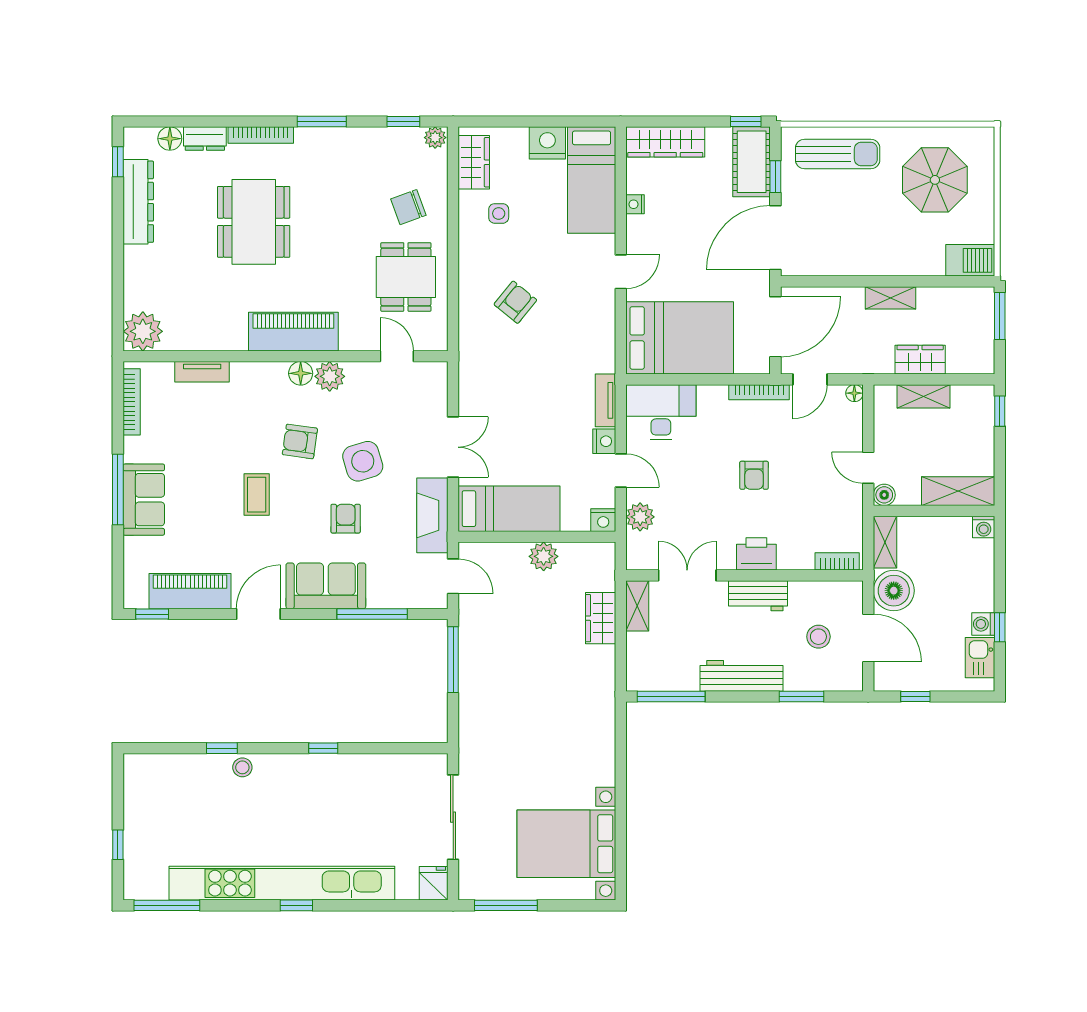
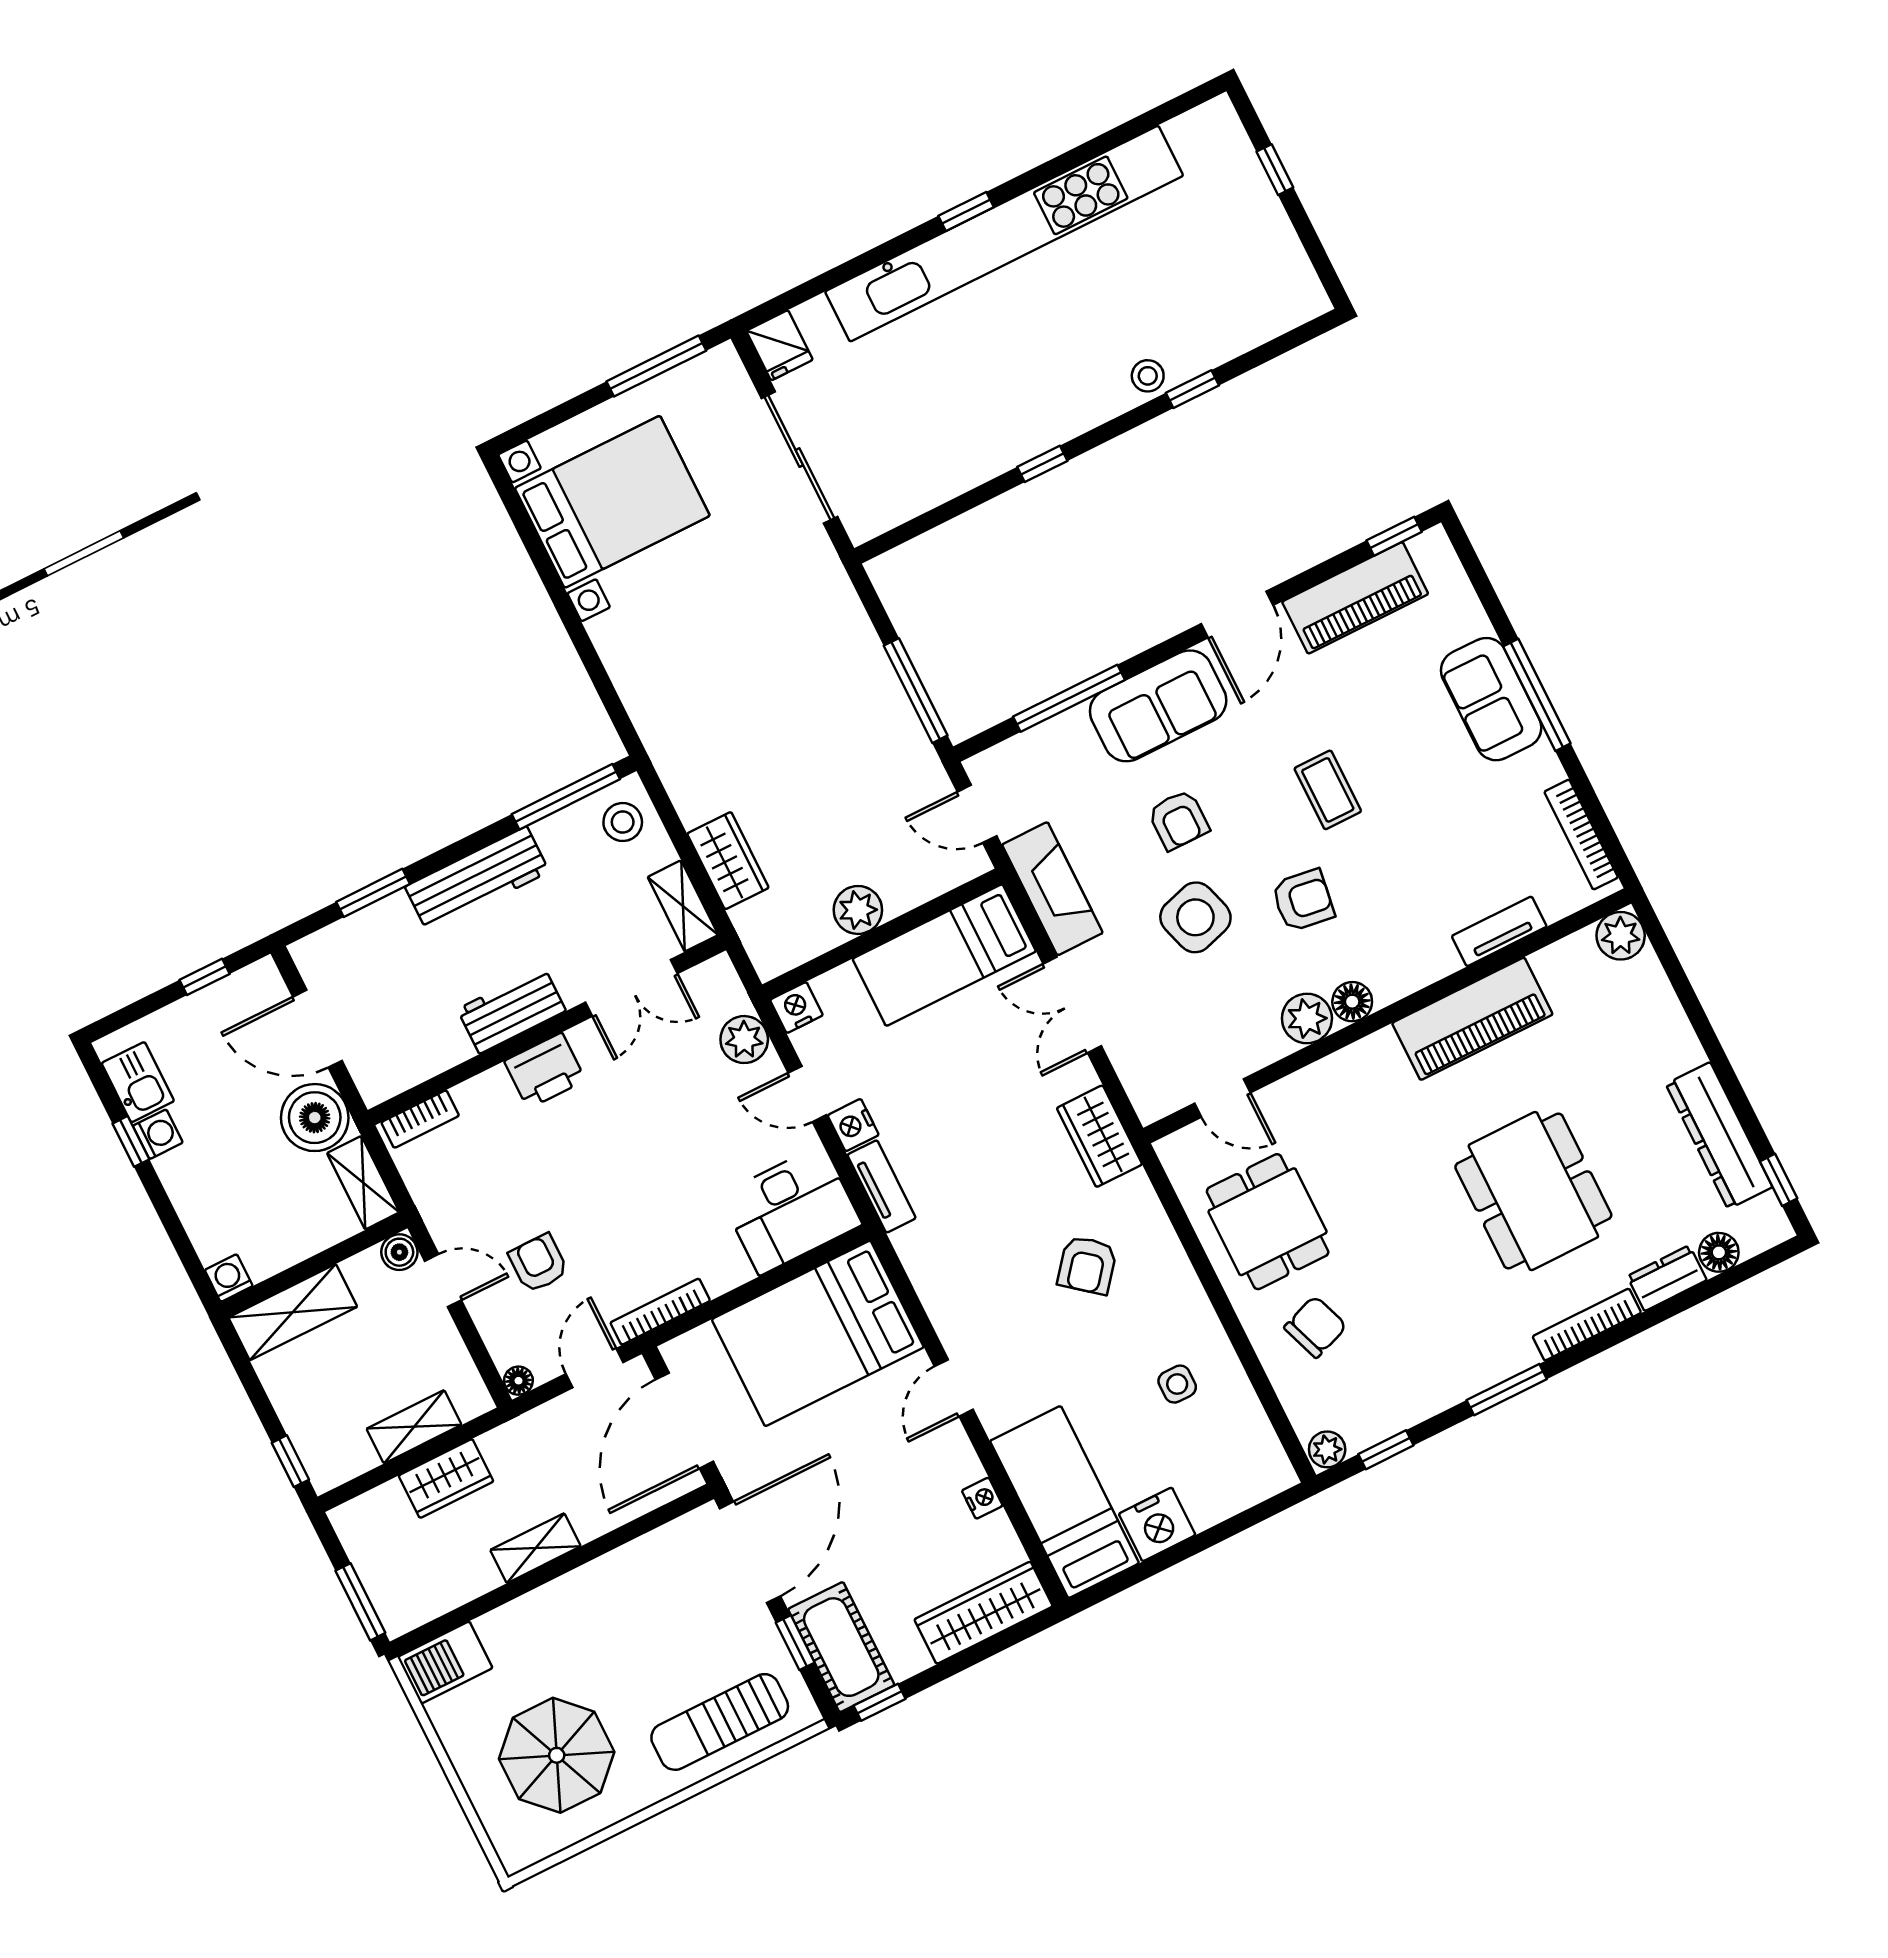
wardrobe: (474, 162) -> (1099, 1136), moved
plant: (143, 331) -> (1621, 936), width x0.73, depth x0.73
piano: (293, 332) -> (1472, 1019), moved
armchair: (754, 475) -> (538, 1263), moved
stool: (818, 637) -> (623, 822), moved
window: (167, 905) -> (1158, 116), removed

